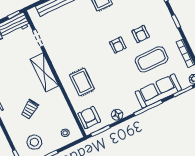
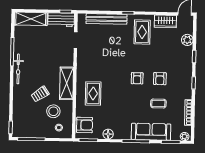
coffee table: (152, 59) -> (158, 103), width x0.54, depth x0.58
shelving: (44, 72) -> (67, 83), moved
armchair: (89, 118) -> (85, 125), turned 90
stool: (34, 142) -> (53, 111), moved

